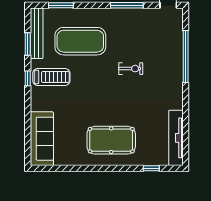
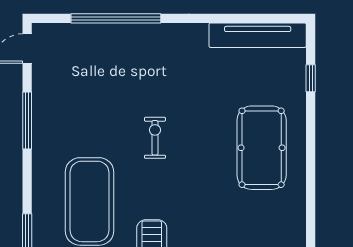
exercise bike: (131, 69) -> (155, 138), moved

